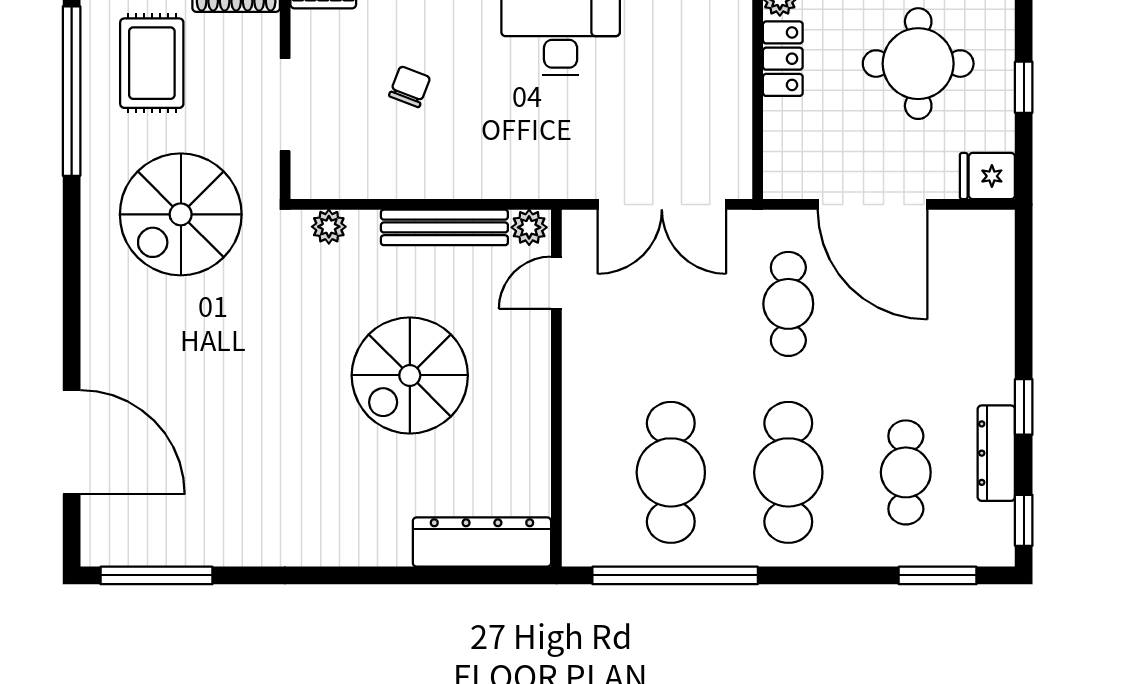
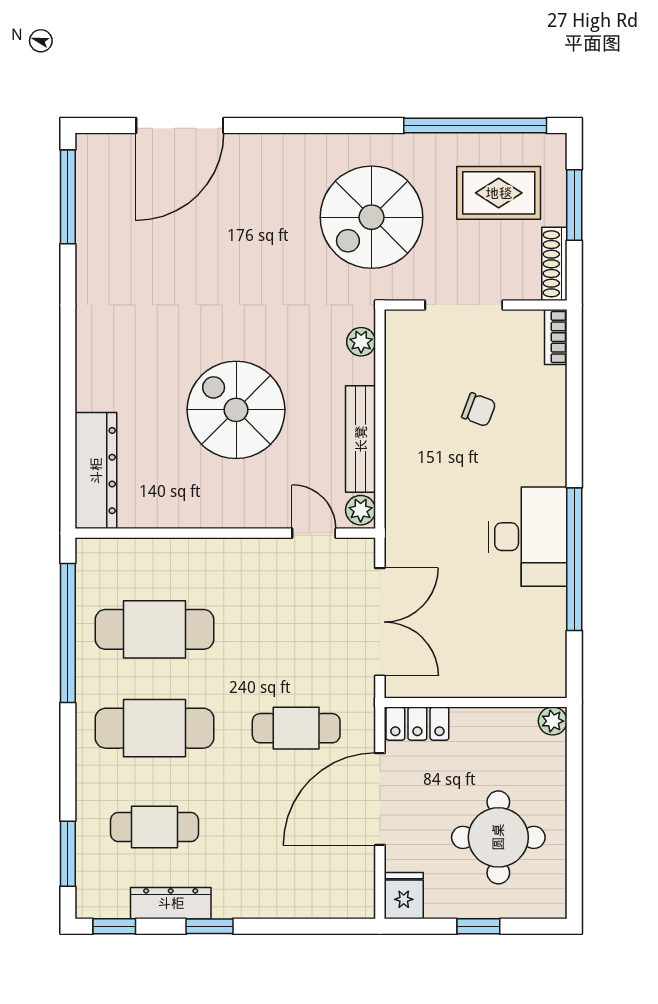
locker: (783, 59) -> (417, 724), moved
double door: (662, 204) -> (380, 622), swing flipped
spiral stairs: (181, 214) -> (372, 217), turned -90

